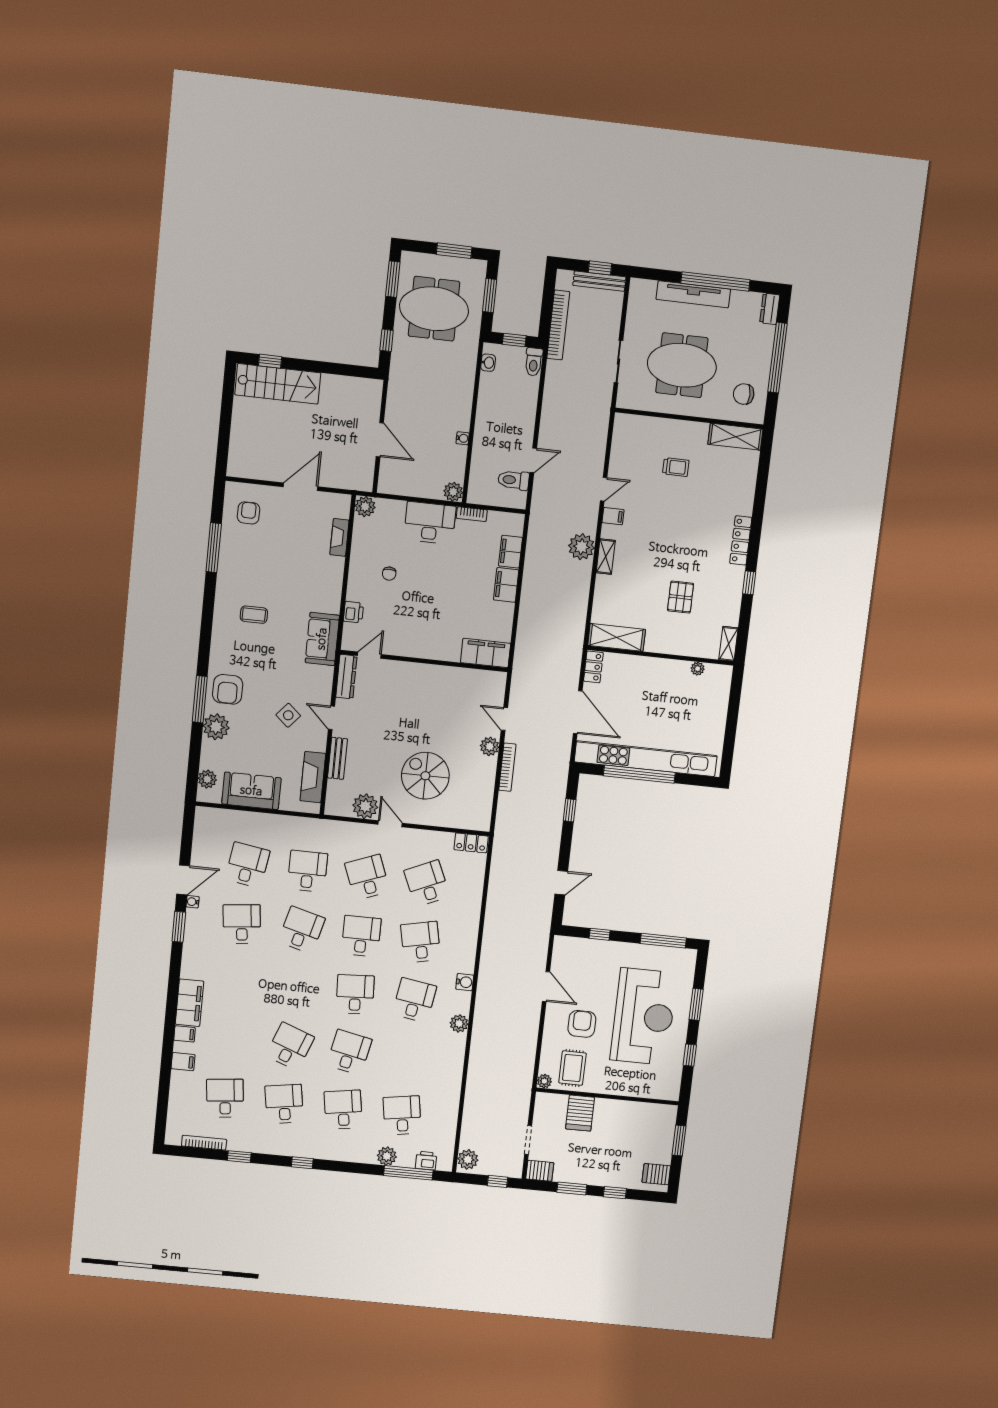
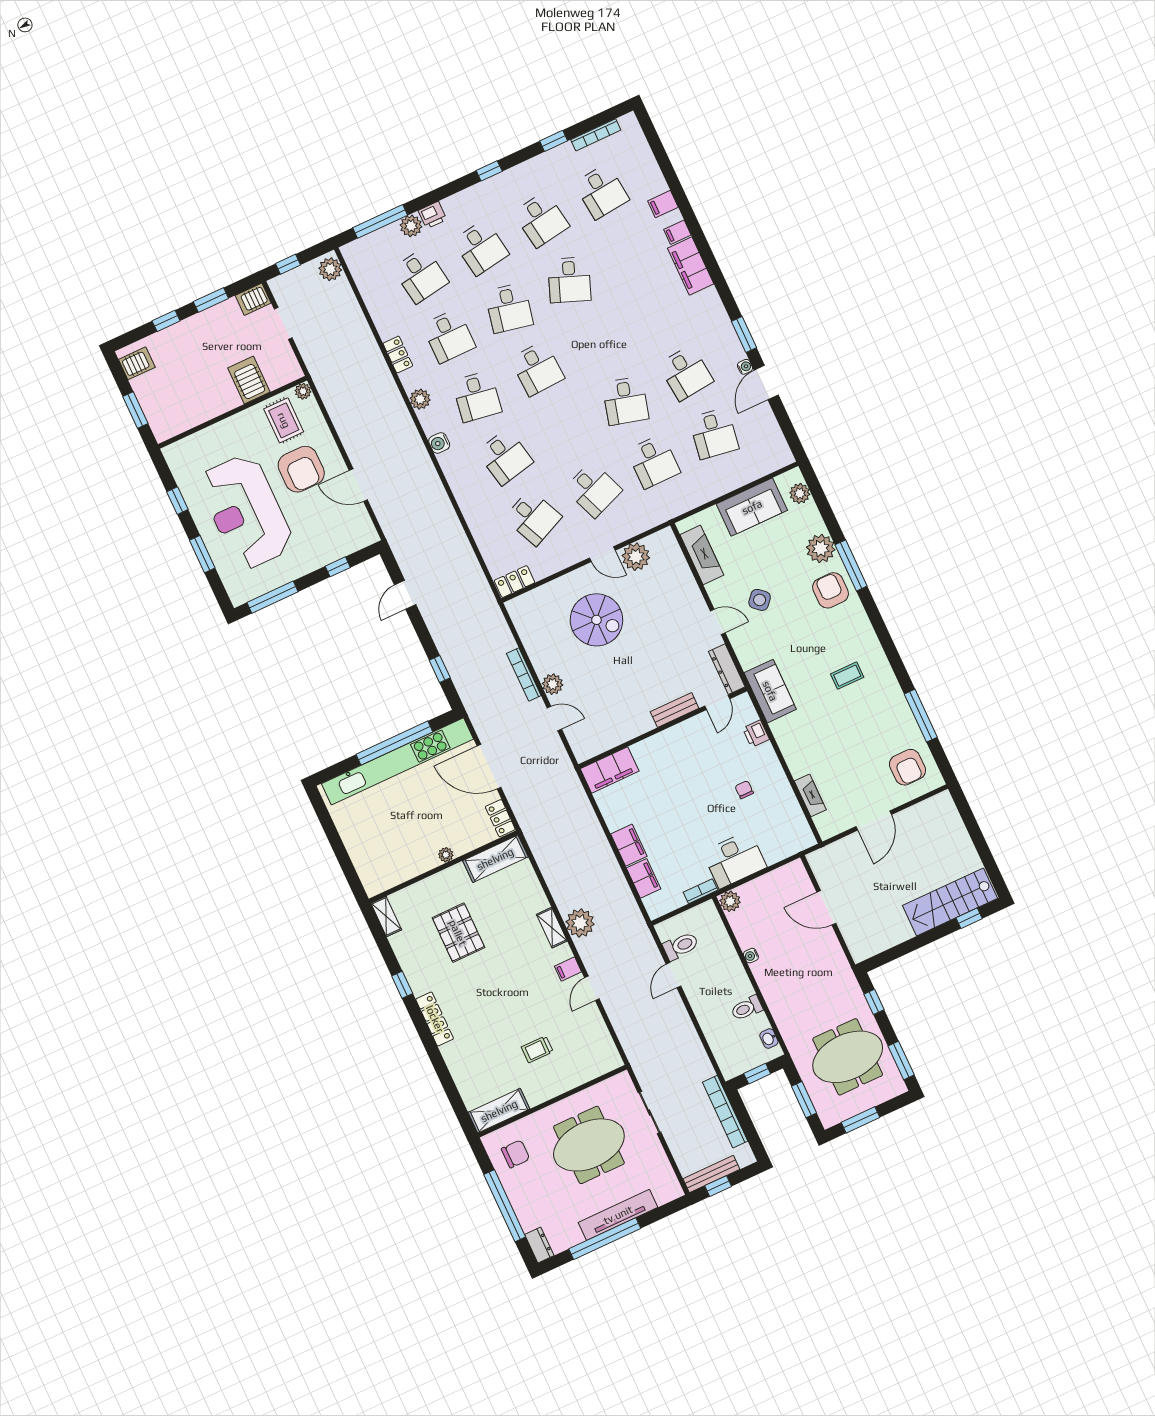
toilet: (534, 362) -> (747, 1008), moved, turned -90
plant: (365, 507) -> (803, 838), removed
armchair: (249, 513) -> (907, 767), width x1.38, depth x1.38
pallet: (681, 597) -> (458, 933), width x1.50, depth x1.42
plant: (698, 669) -> (446, 855), moved
bench: (338, 758) -> (675, 710), moved, turned 90
desk: (361, 936) -> (449, 336), moved
armchair: (582, 1024) -> (301, 469), width x1.36, depth x1.36
locker: (456, 1067) -> (398, 355), added
printer: (426, 1161) -> (432, 215), moved

